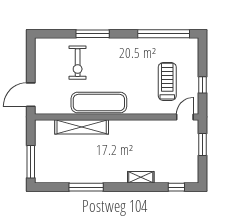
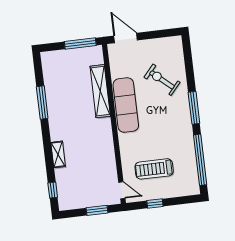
window: (93, 34) -> (194, 108), moved
exercise bike: (78, 63) -> (162, 80), turned 41
treadmill: (167, 81) -> (154, 169), turned 180
window: (31, 162) -> (80, 43), moved

